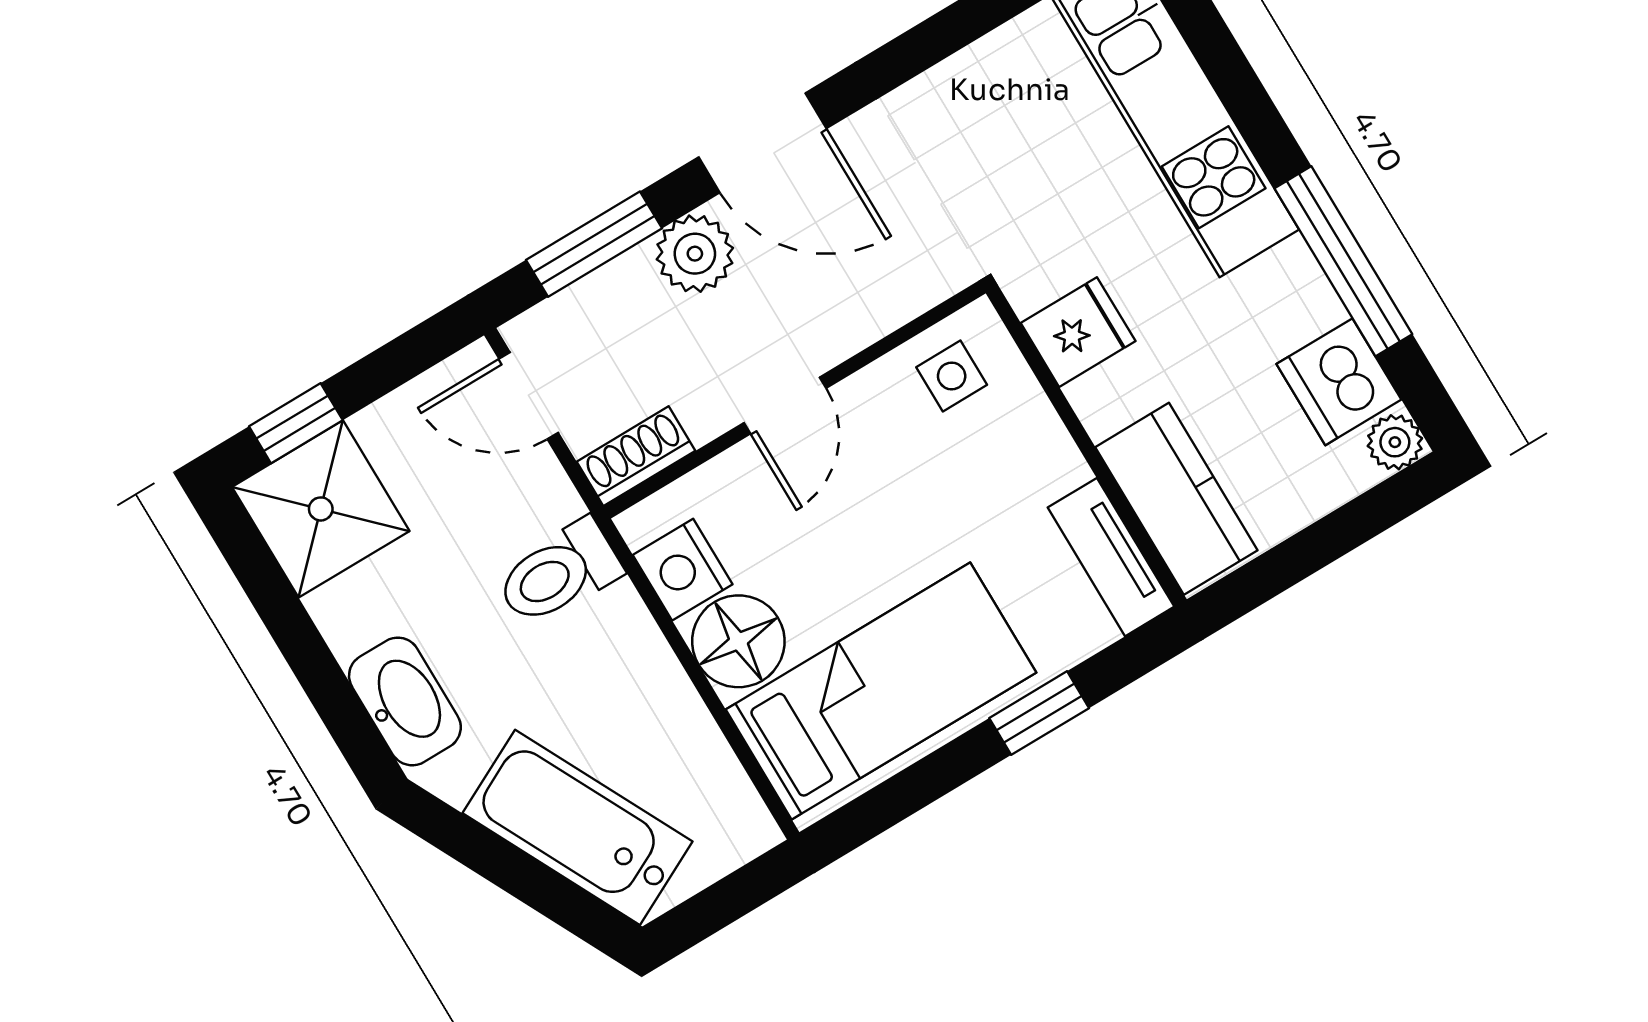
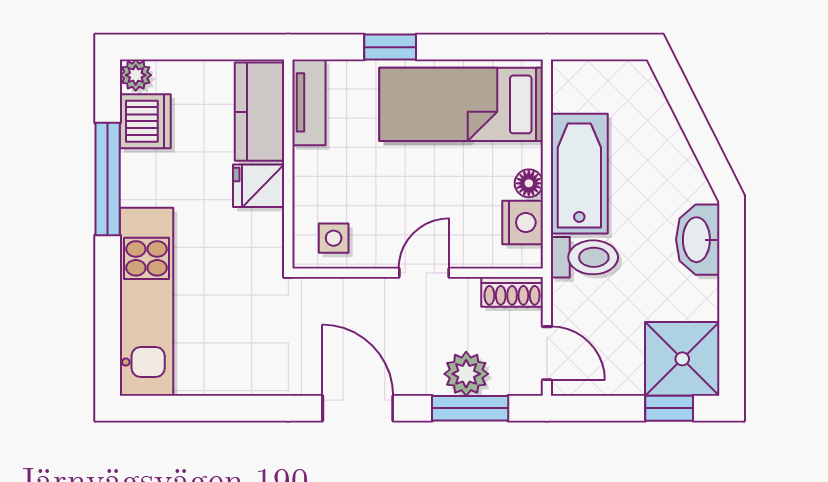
plant: (695, 254) -> (466, 374), moved
fridge: (1078, 332) -> (259, 186), moved
floor lamp: (738, 641) -> (529, 183), width x0.53, depth x0.53
bathtub: (577, 827) -> (579, 174), moved, turned -153

